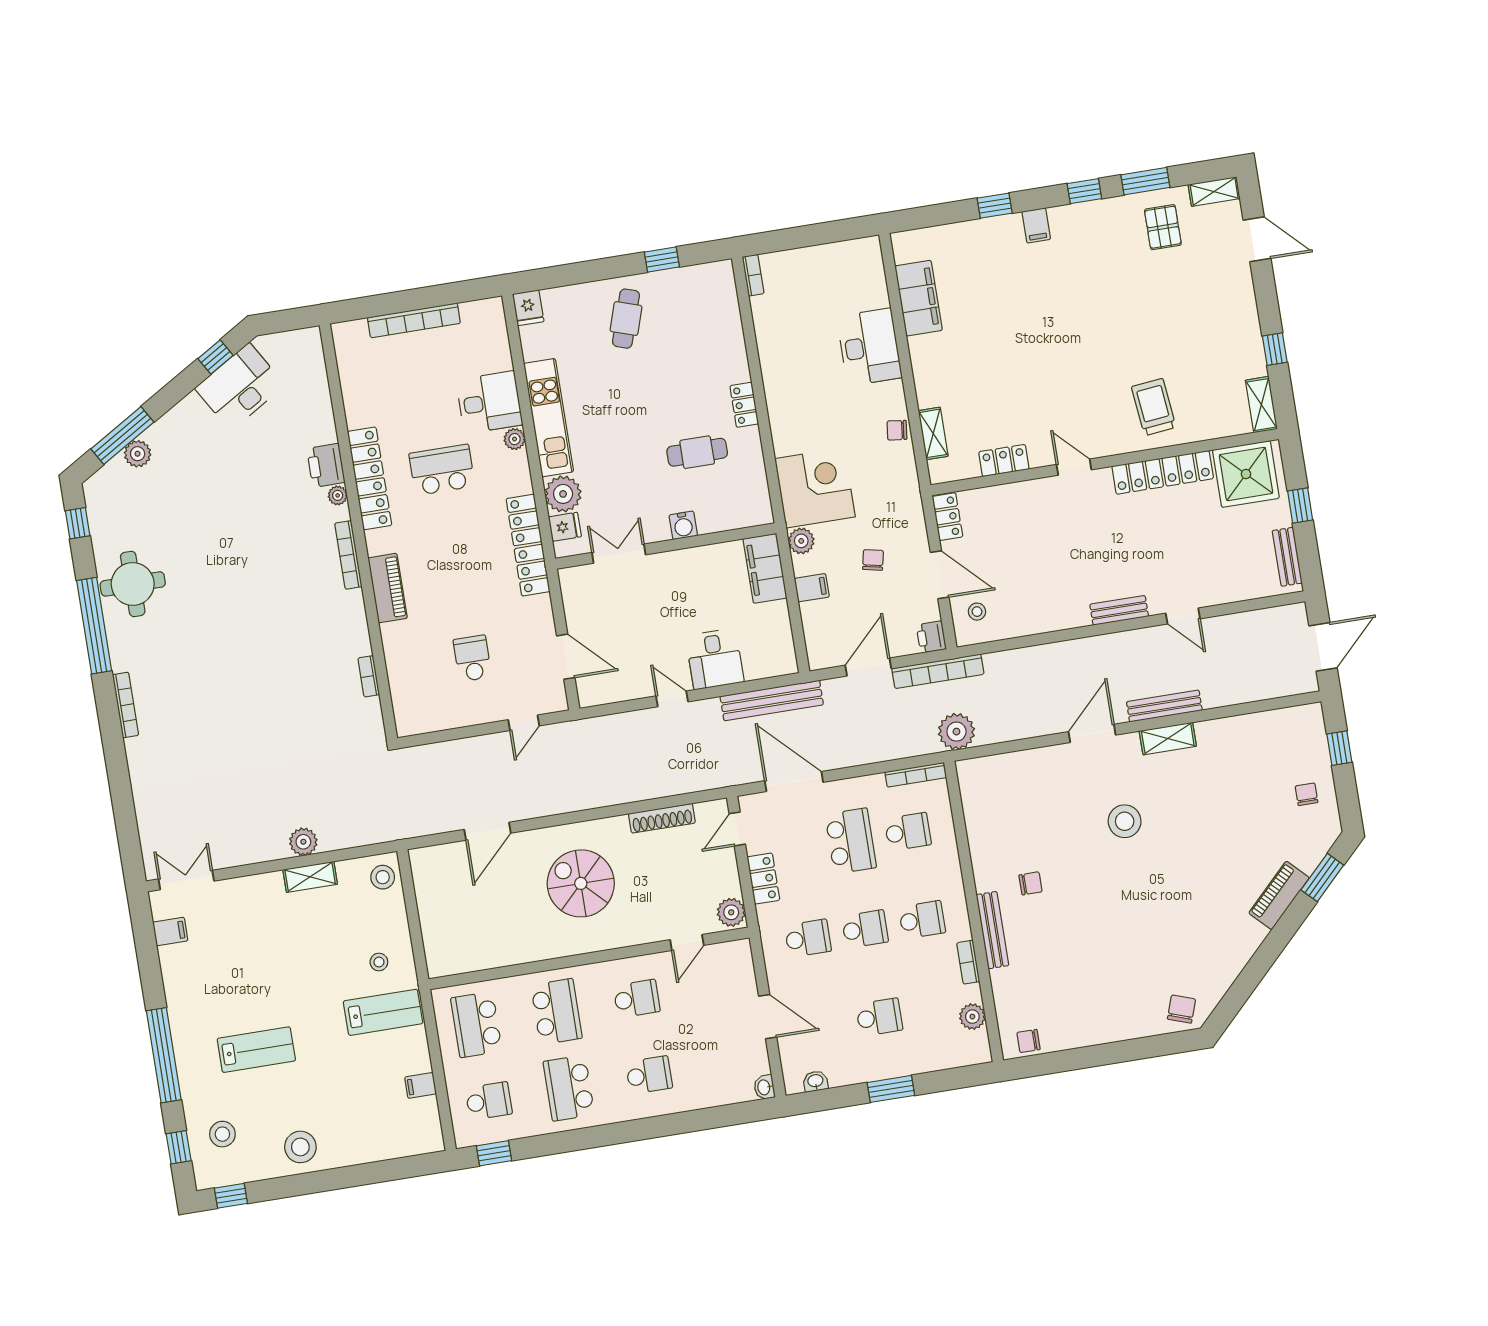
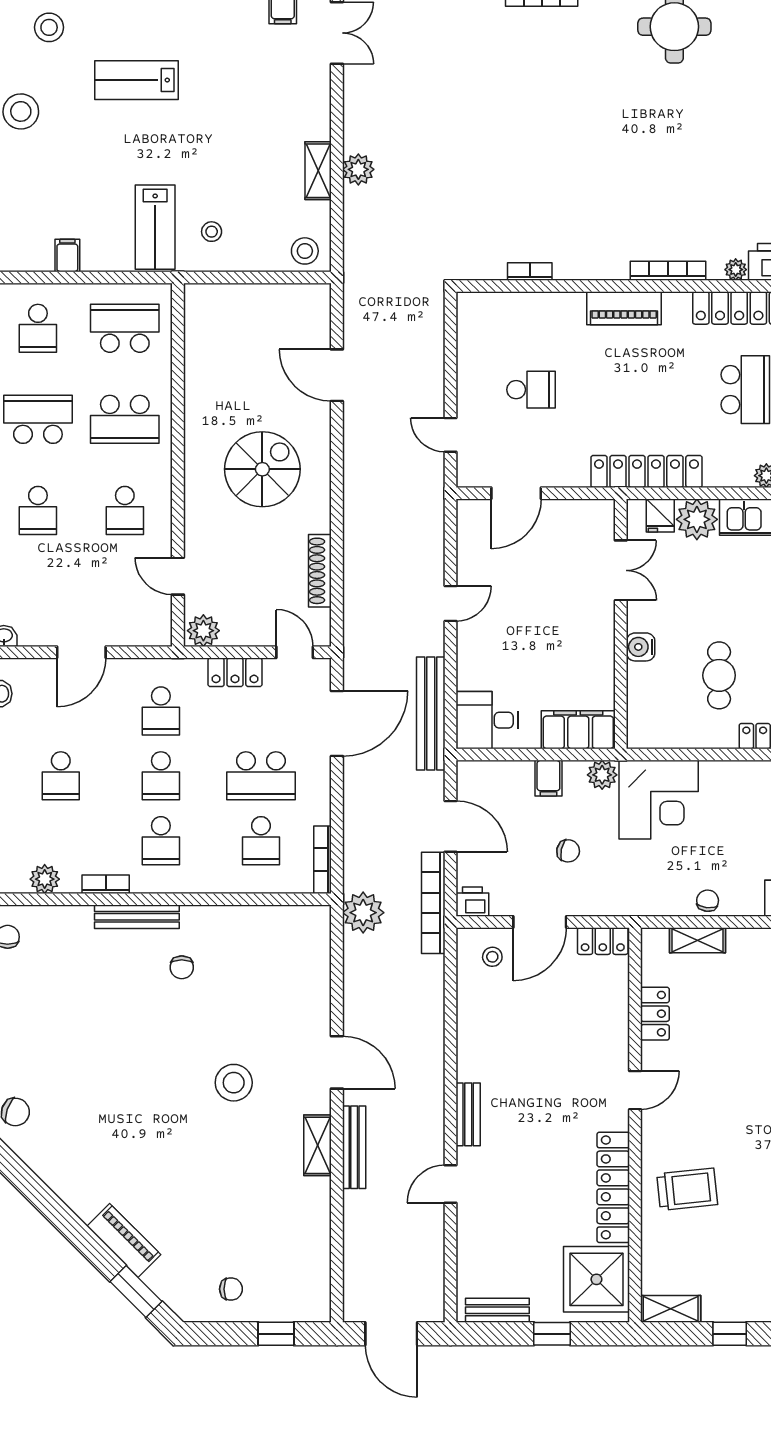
desk: (715, 659) -> (487, 720), moved
lab bench: (256, 1050) -> (137, 80), turned 90

